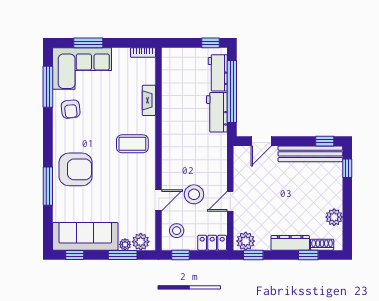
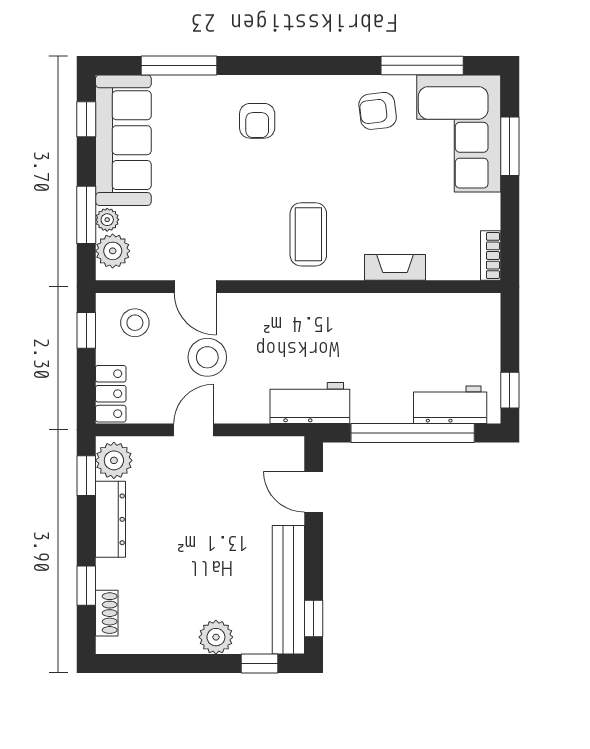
workbench: (217, 112) -> (310, 403), moved
armchair: (76, 169) -> (257, 121), width x0.53, depth x0.53
window: (48, 186) -> (179, 65), moved
door: (230, 201) -> (194, 430), hinge flipped
plant: (334, 217) -> (216, 637), moved
dresser: (290, 243) -> (111, 519), moved

